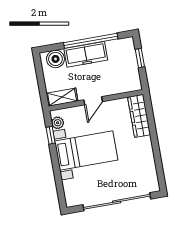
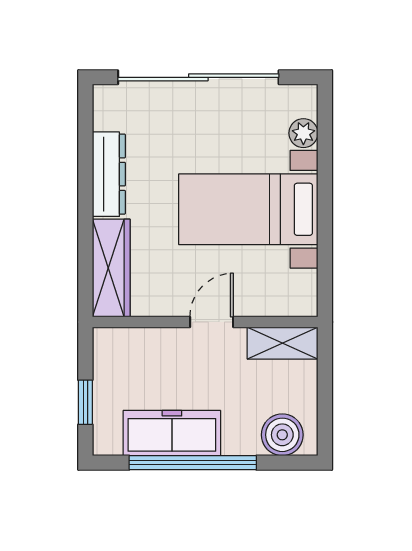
freezer: (86, 54) -> (172, 433), moved
plant: (58, 123) -> (303, 133), moved
window: (51, 135) -> (325, 259), removed
dresser: (147, 155) -> (109, 174), added

